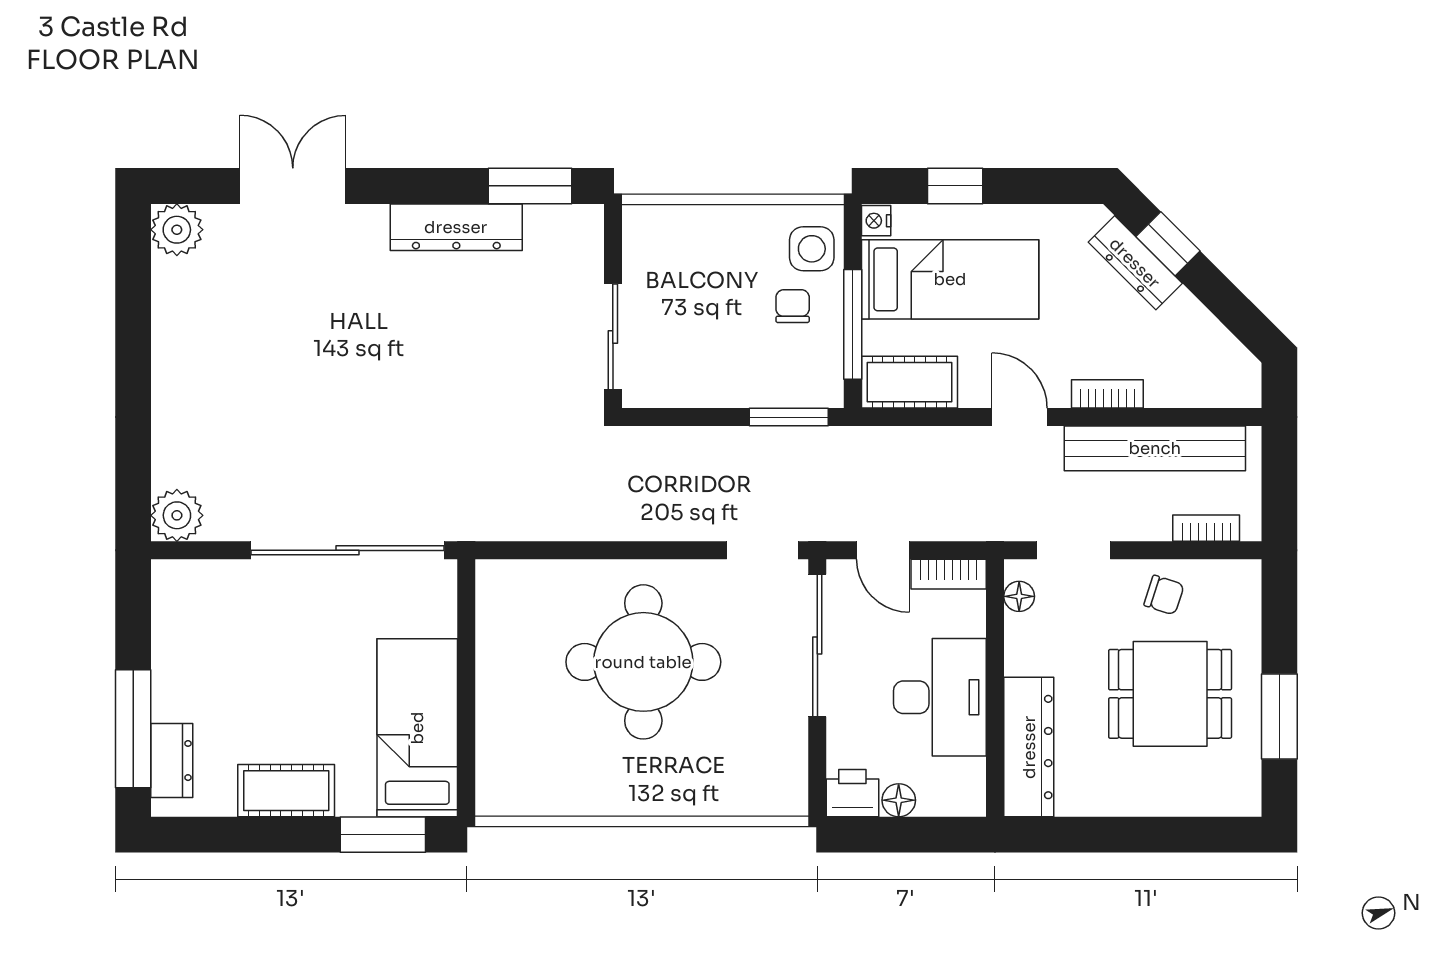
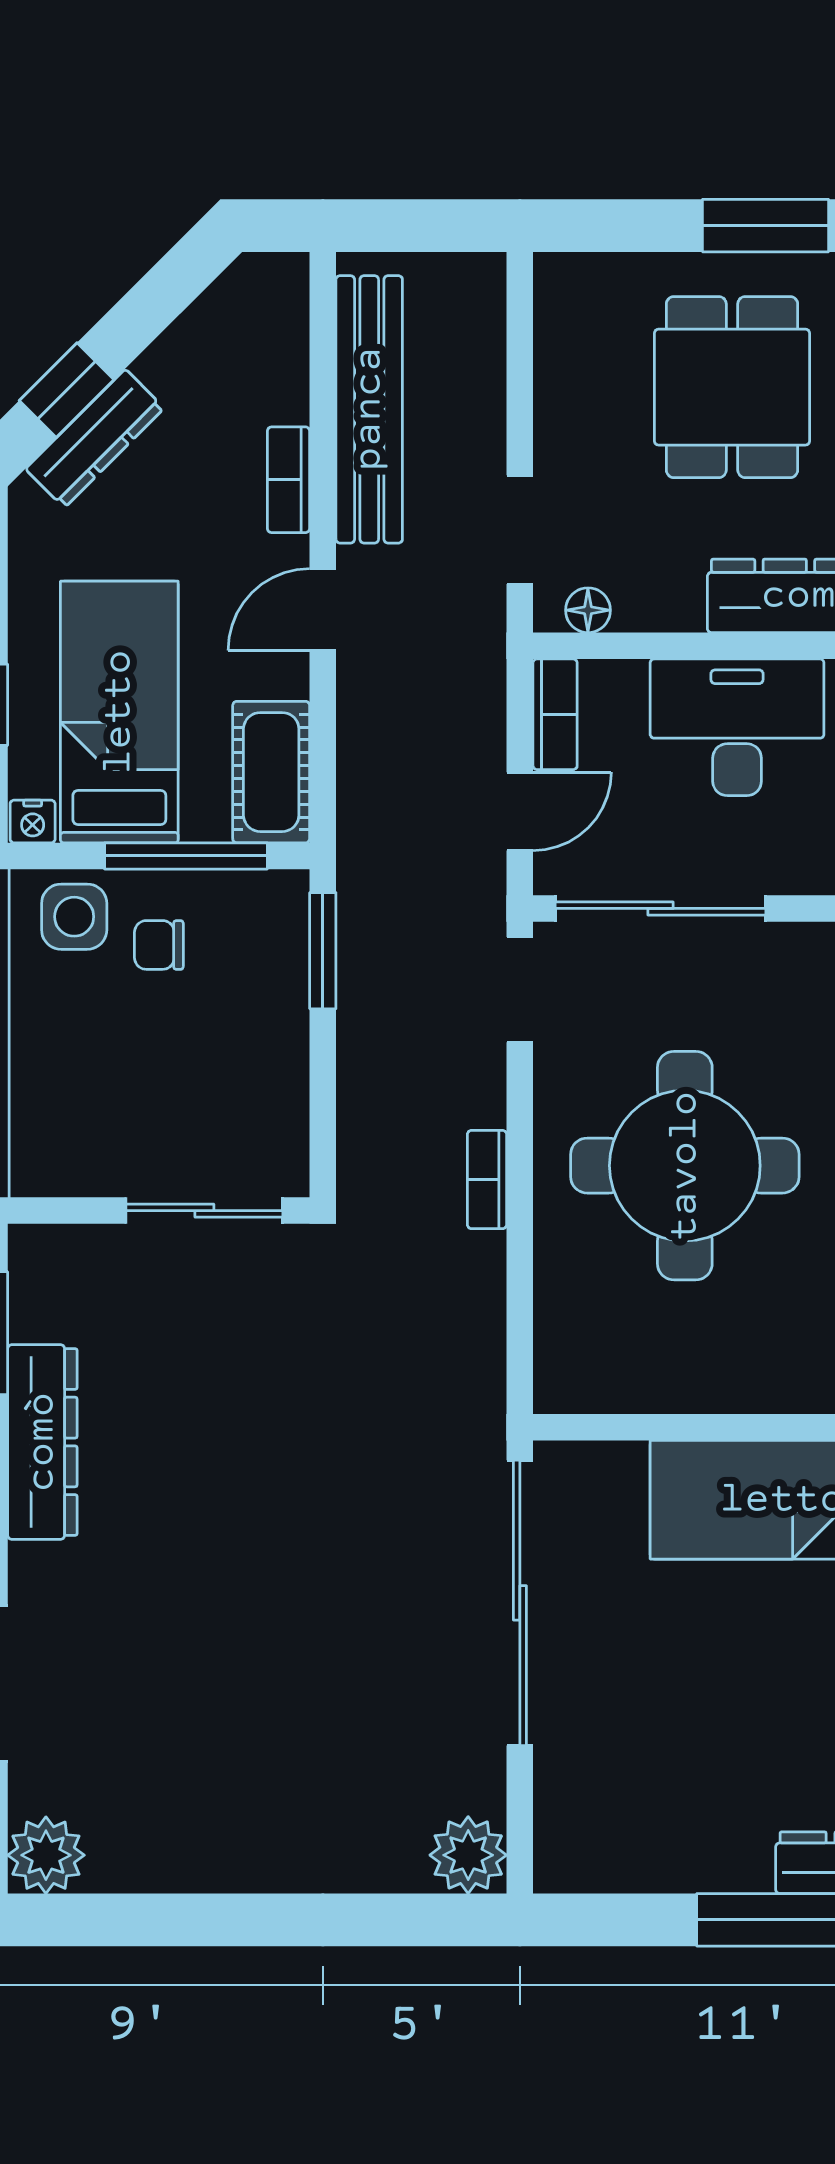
bookcase: (1206, 528) -> (487, 1180), moved
chair: (1164, 595) -> (586, 396), removed

